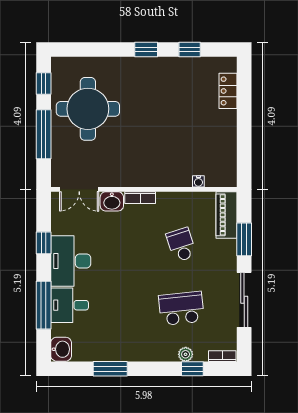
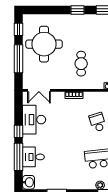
cafe table: (153, 143) -> (81, 64), added
washbasin: (112, 201) -> (58, 97), removed
window: (44, 243) -> (18, 131), moved
desk: (71, 261) -> (34, 120), moved

